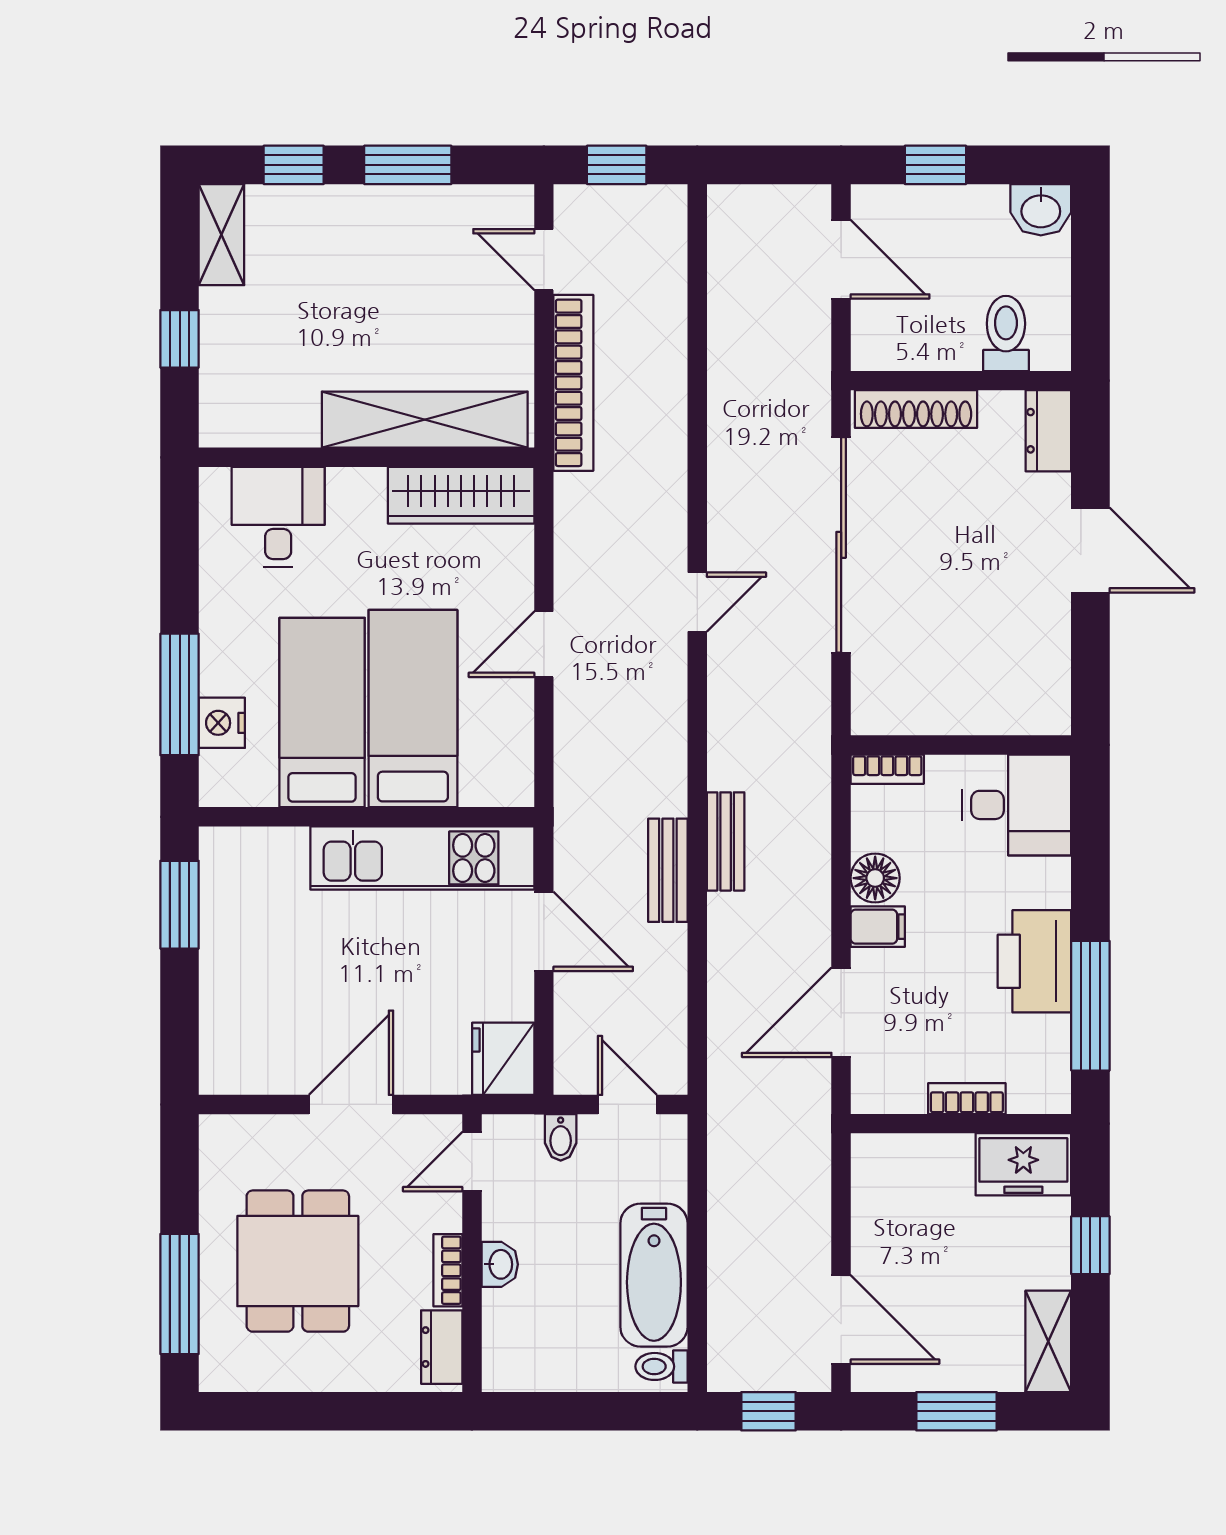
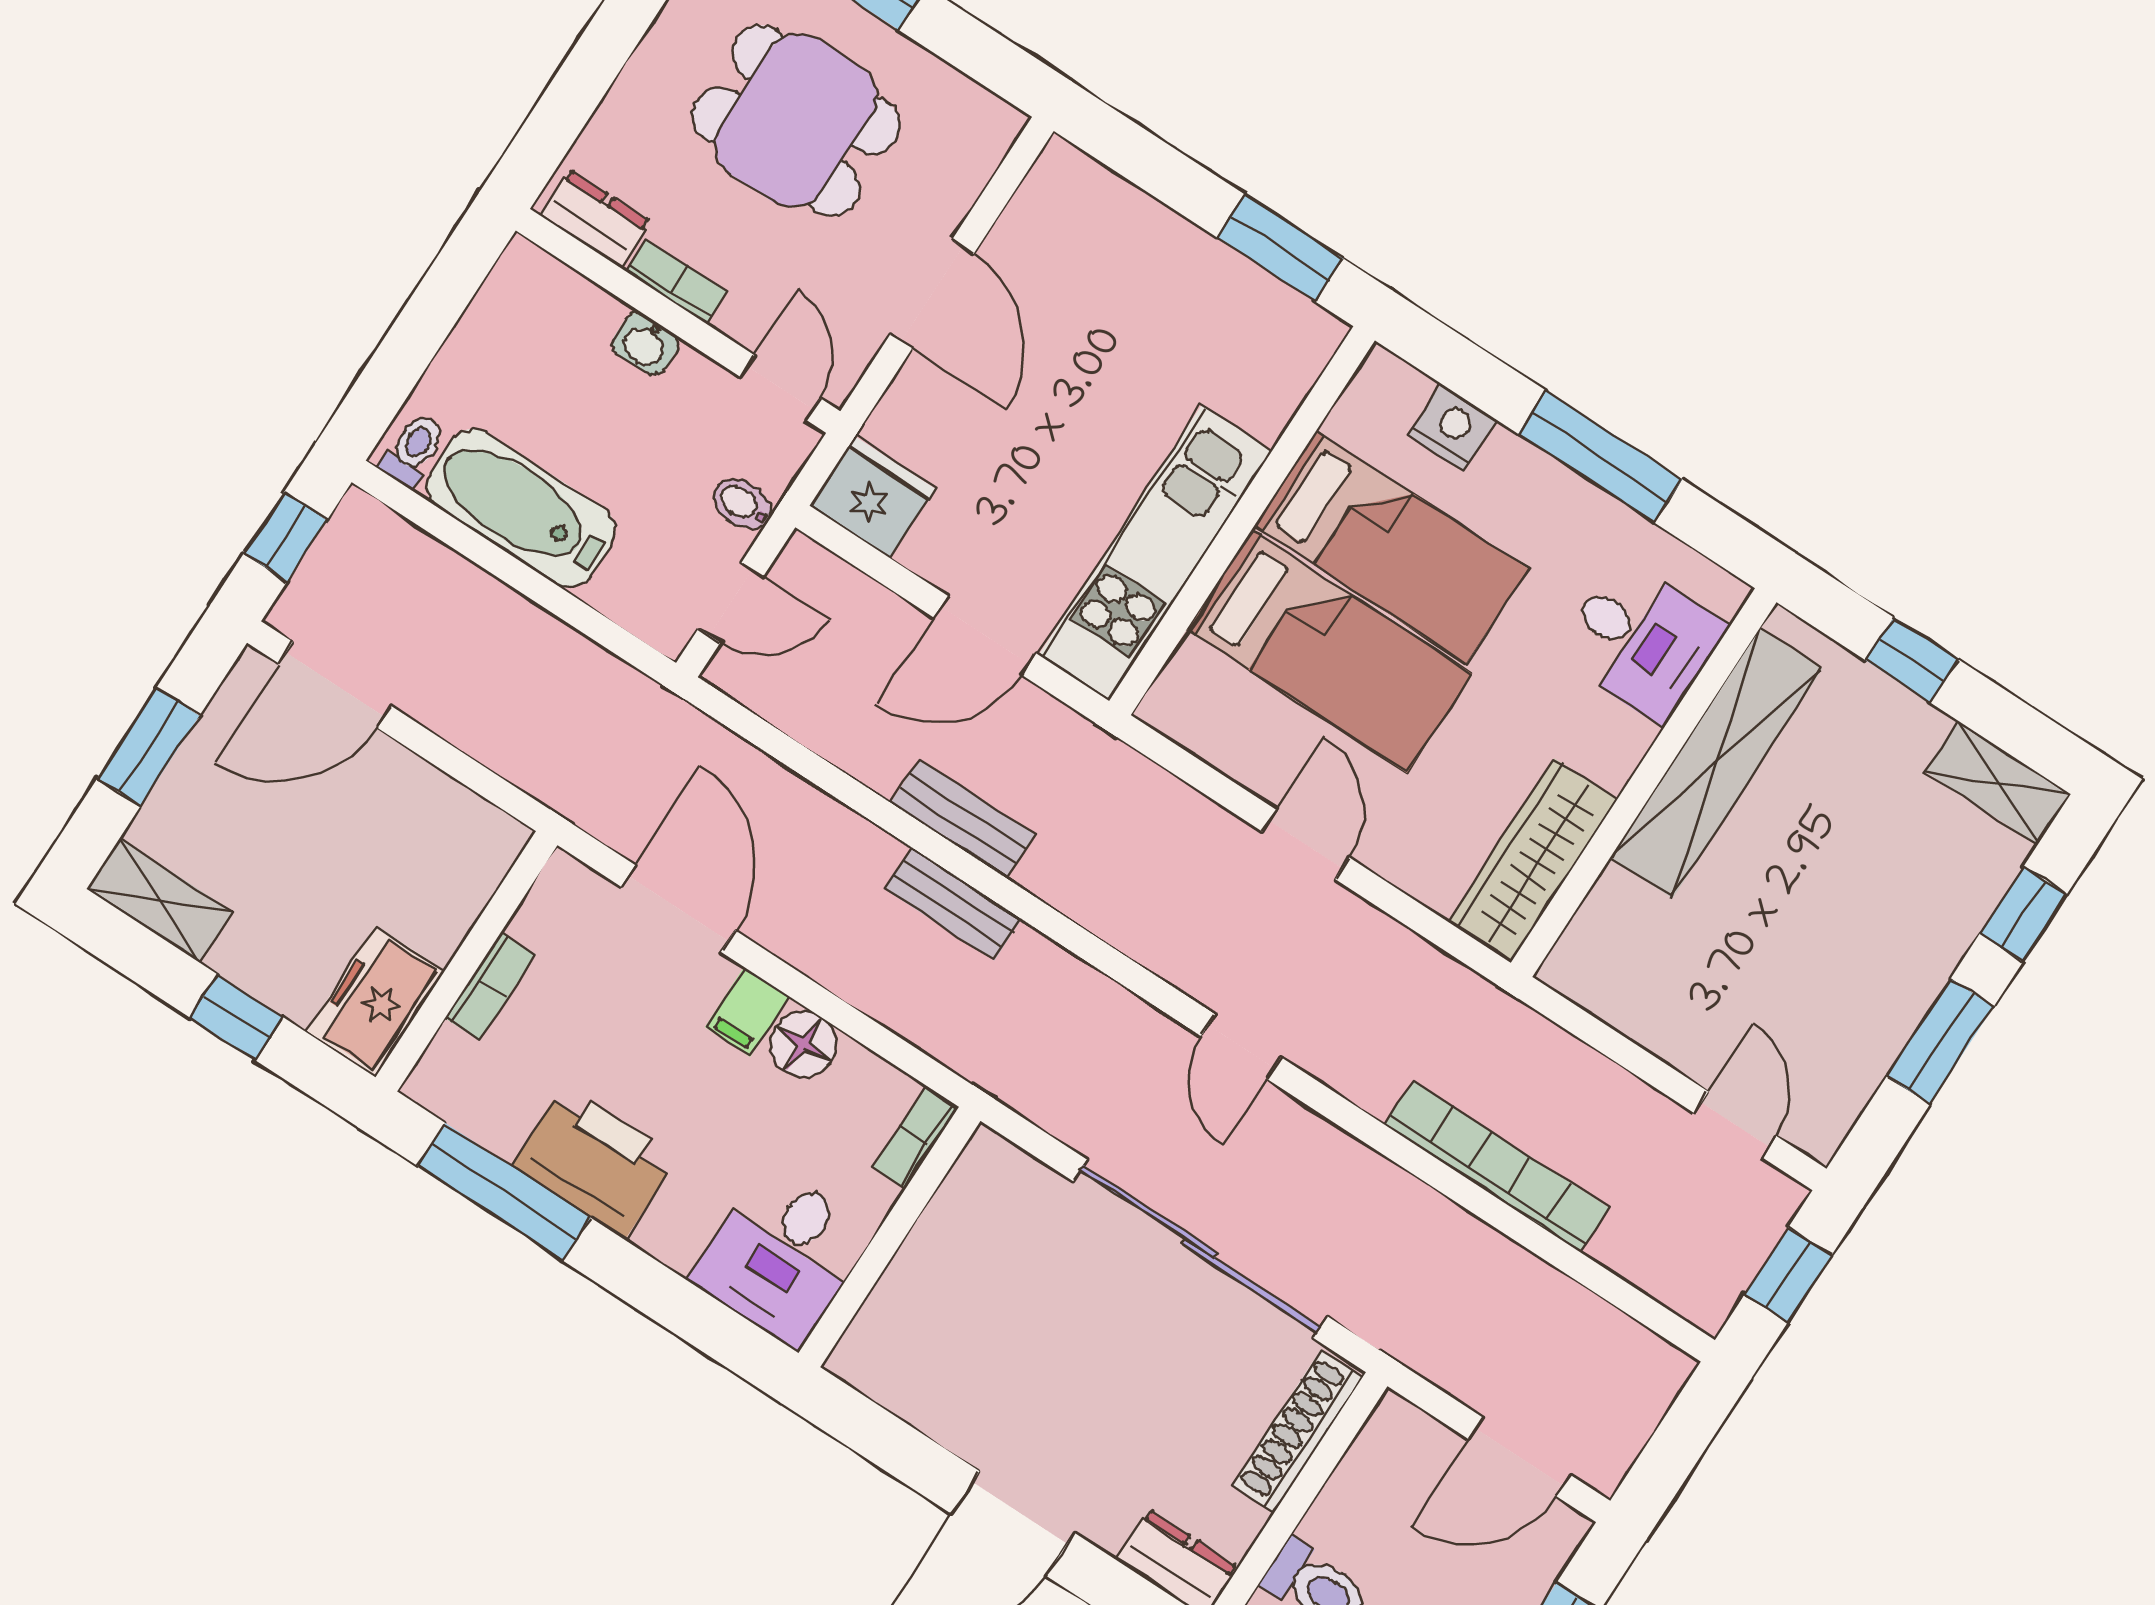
door: (544, 260) -> (1735, 1125), hinge flipped
bookcase: (573, 383) -> (1497, 1166), moved, turned 180
shelving: (425, 420) -> (1716, 763), moved
window: (180, 694) -> (1600, 457), moved

